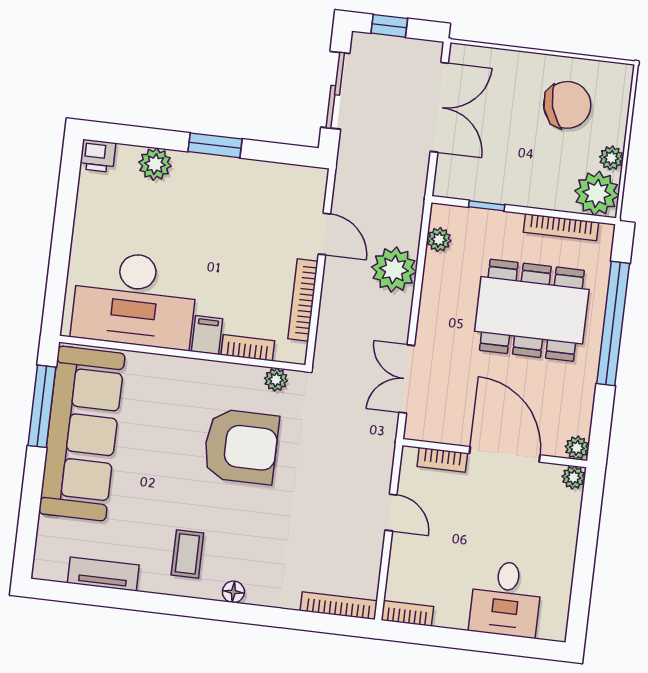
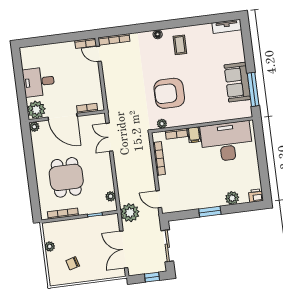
chair: (567, 105) -> (73, 263), width x0.54, depth x0.54
plant: (597, 193) -> (52, 231), removed
door: (324, 234) -> (159, 199), moved
plant: (394, 269) -> (130, 213), moved
dining table: (532, 310) -> (66, 177), width x0.73
window: (613, 324) -> (32, 180), removed
double door: (407, 379) -> (109, 137), swing flipped
sofa: (82, 434) -> (237, 82), width x0.54, depth x0.79
plant: (574, 477) -> (36, 110), width x1.88, depth x1.88
door: (391, 512) -> (99, 54), moved
tv unit: (103, 574) -> (227, 26), moved
desk: (506, 599) -> (39, 82), moved, turned -90

